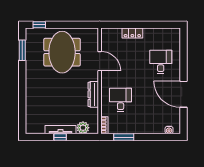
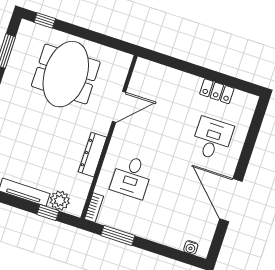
locker: (132, 33) -> (217, 91), moved
door: (100, 61) -> (119, 107), hinge flipped
desk: (121, 100) -> (132, 177), turned 180
window: (60, 137) -> (48, 213), moved

